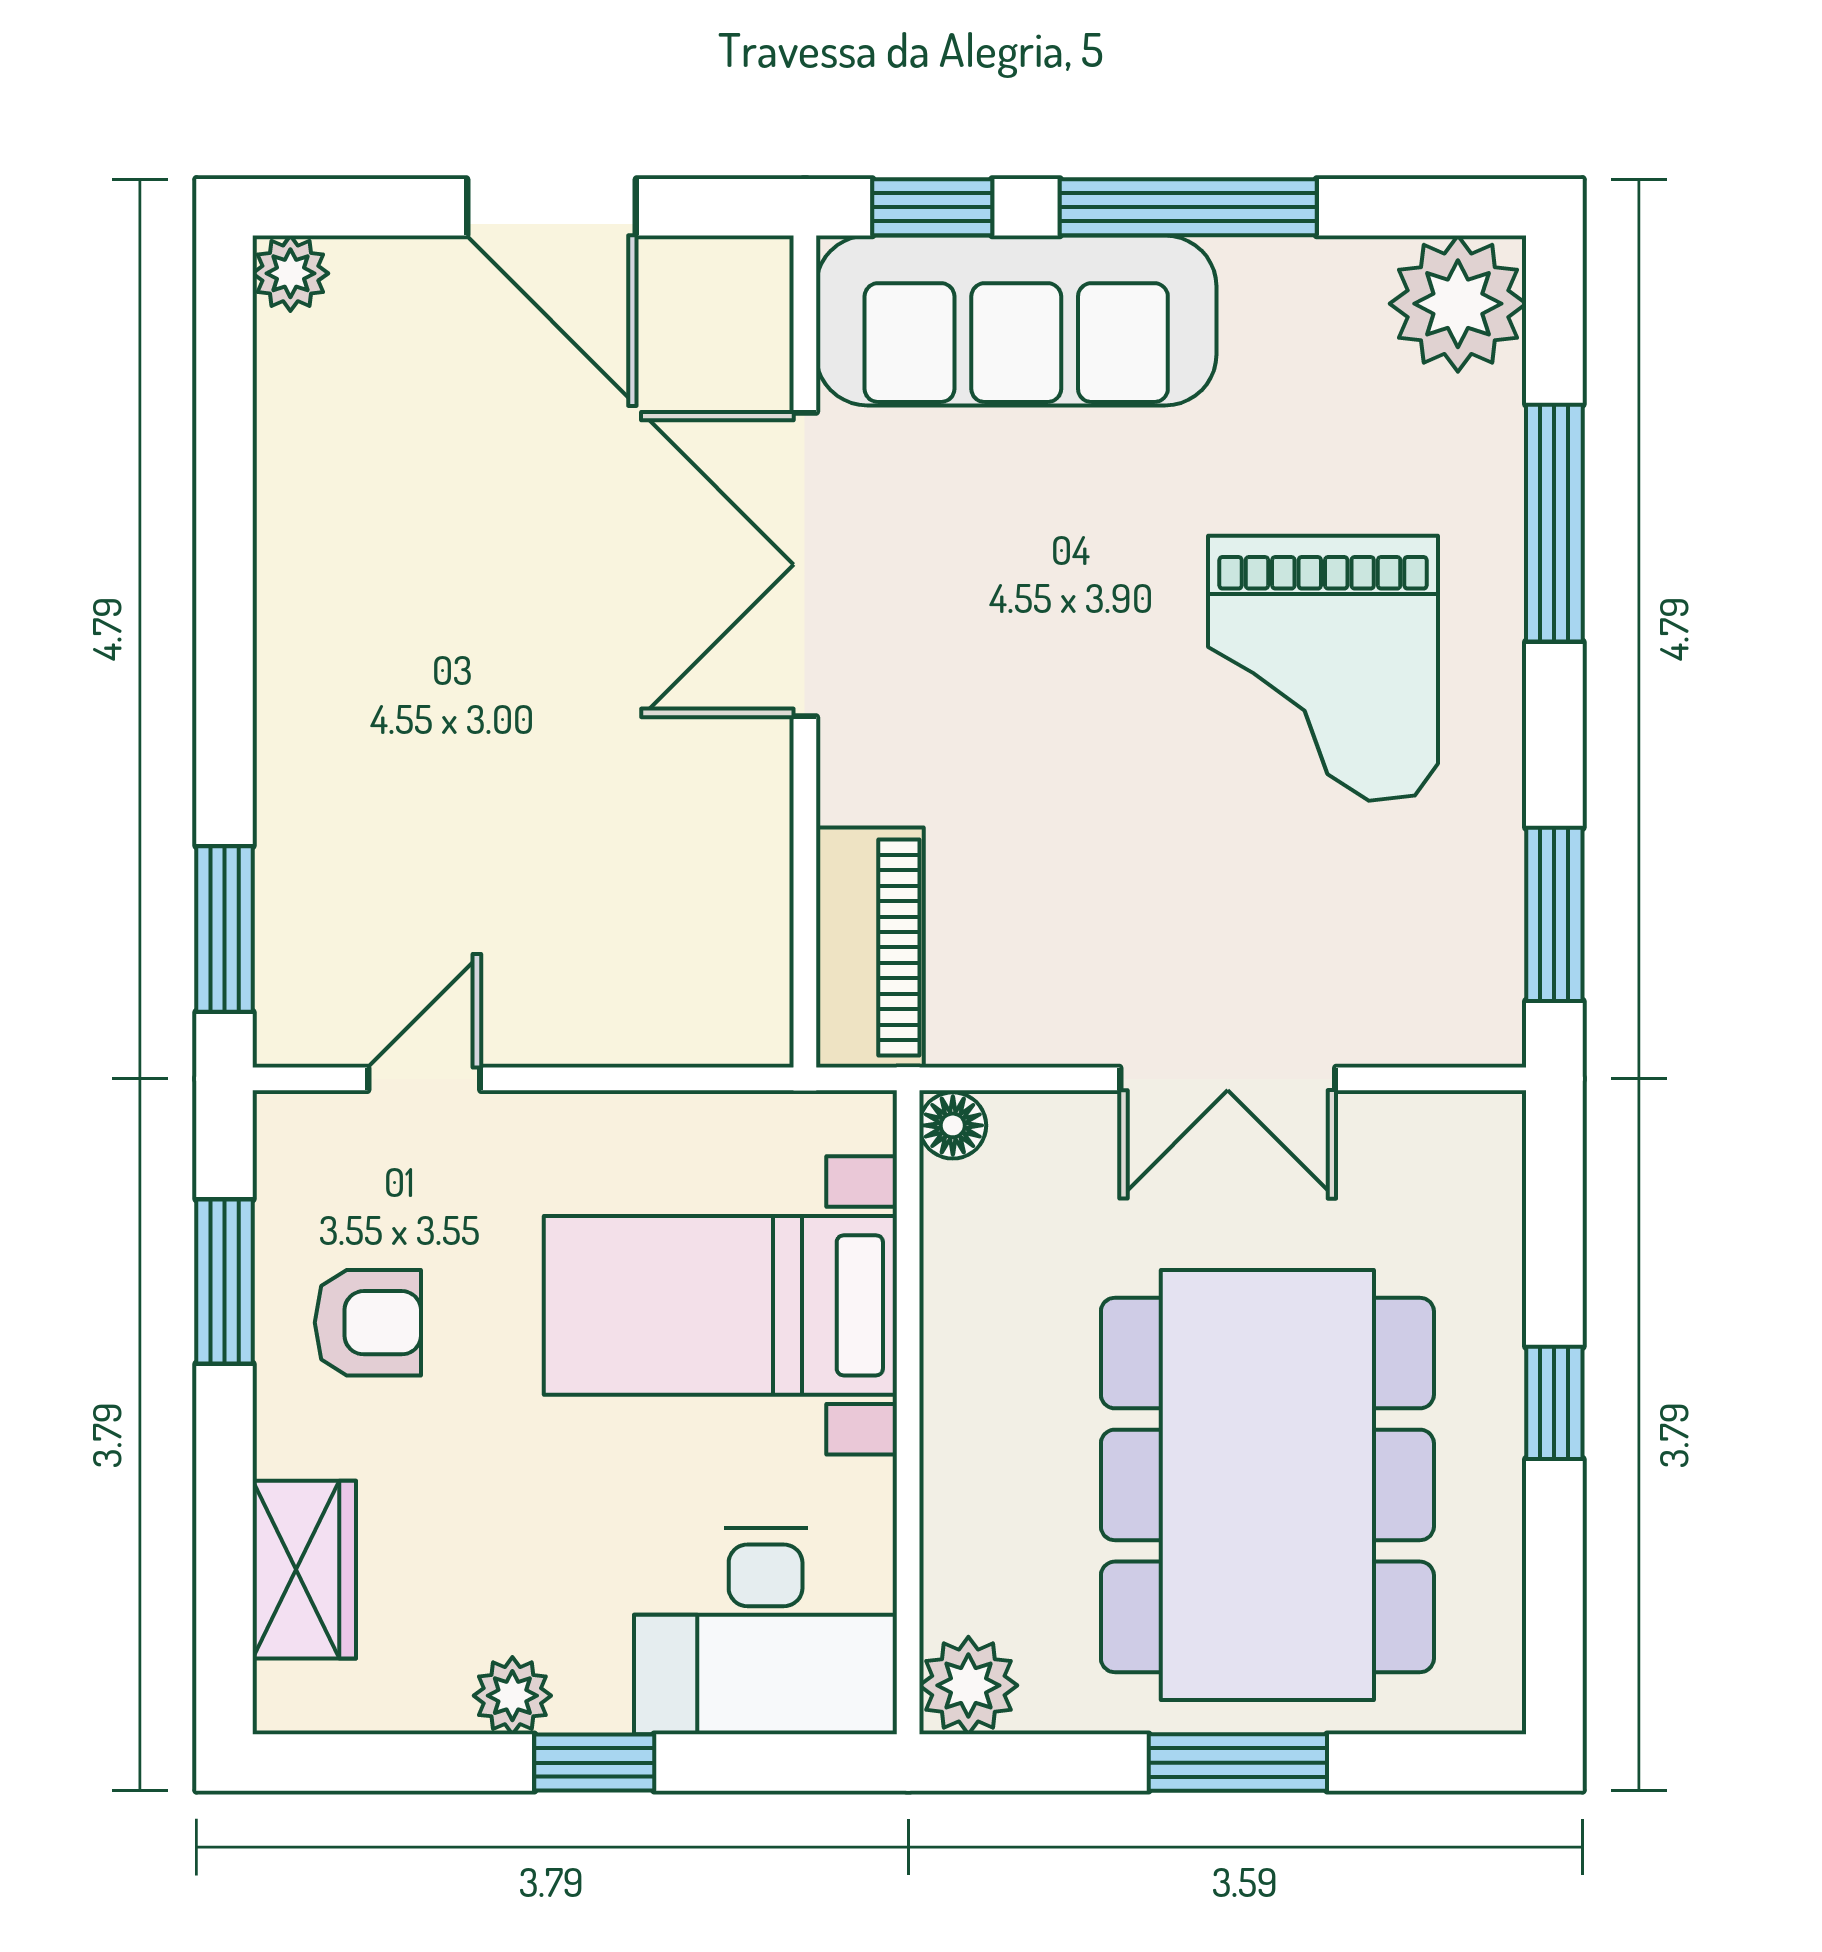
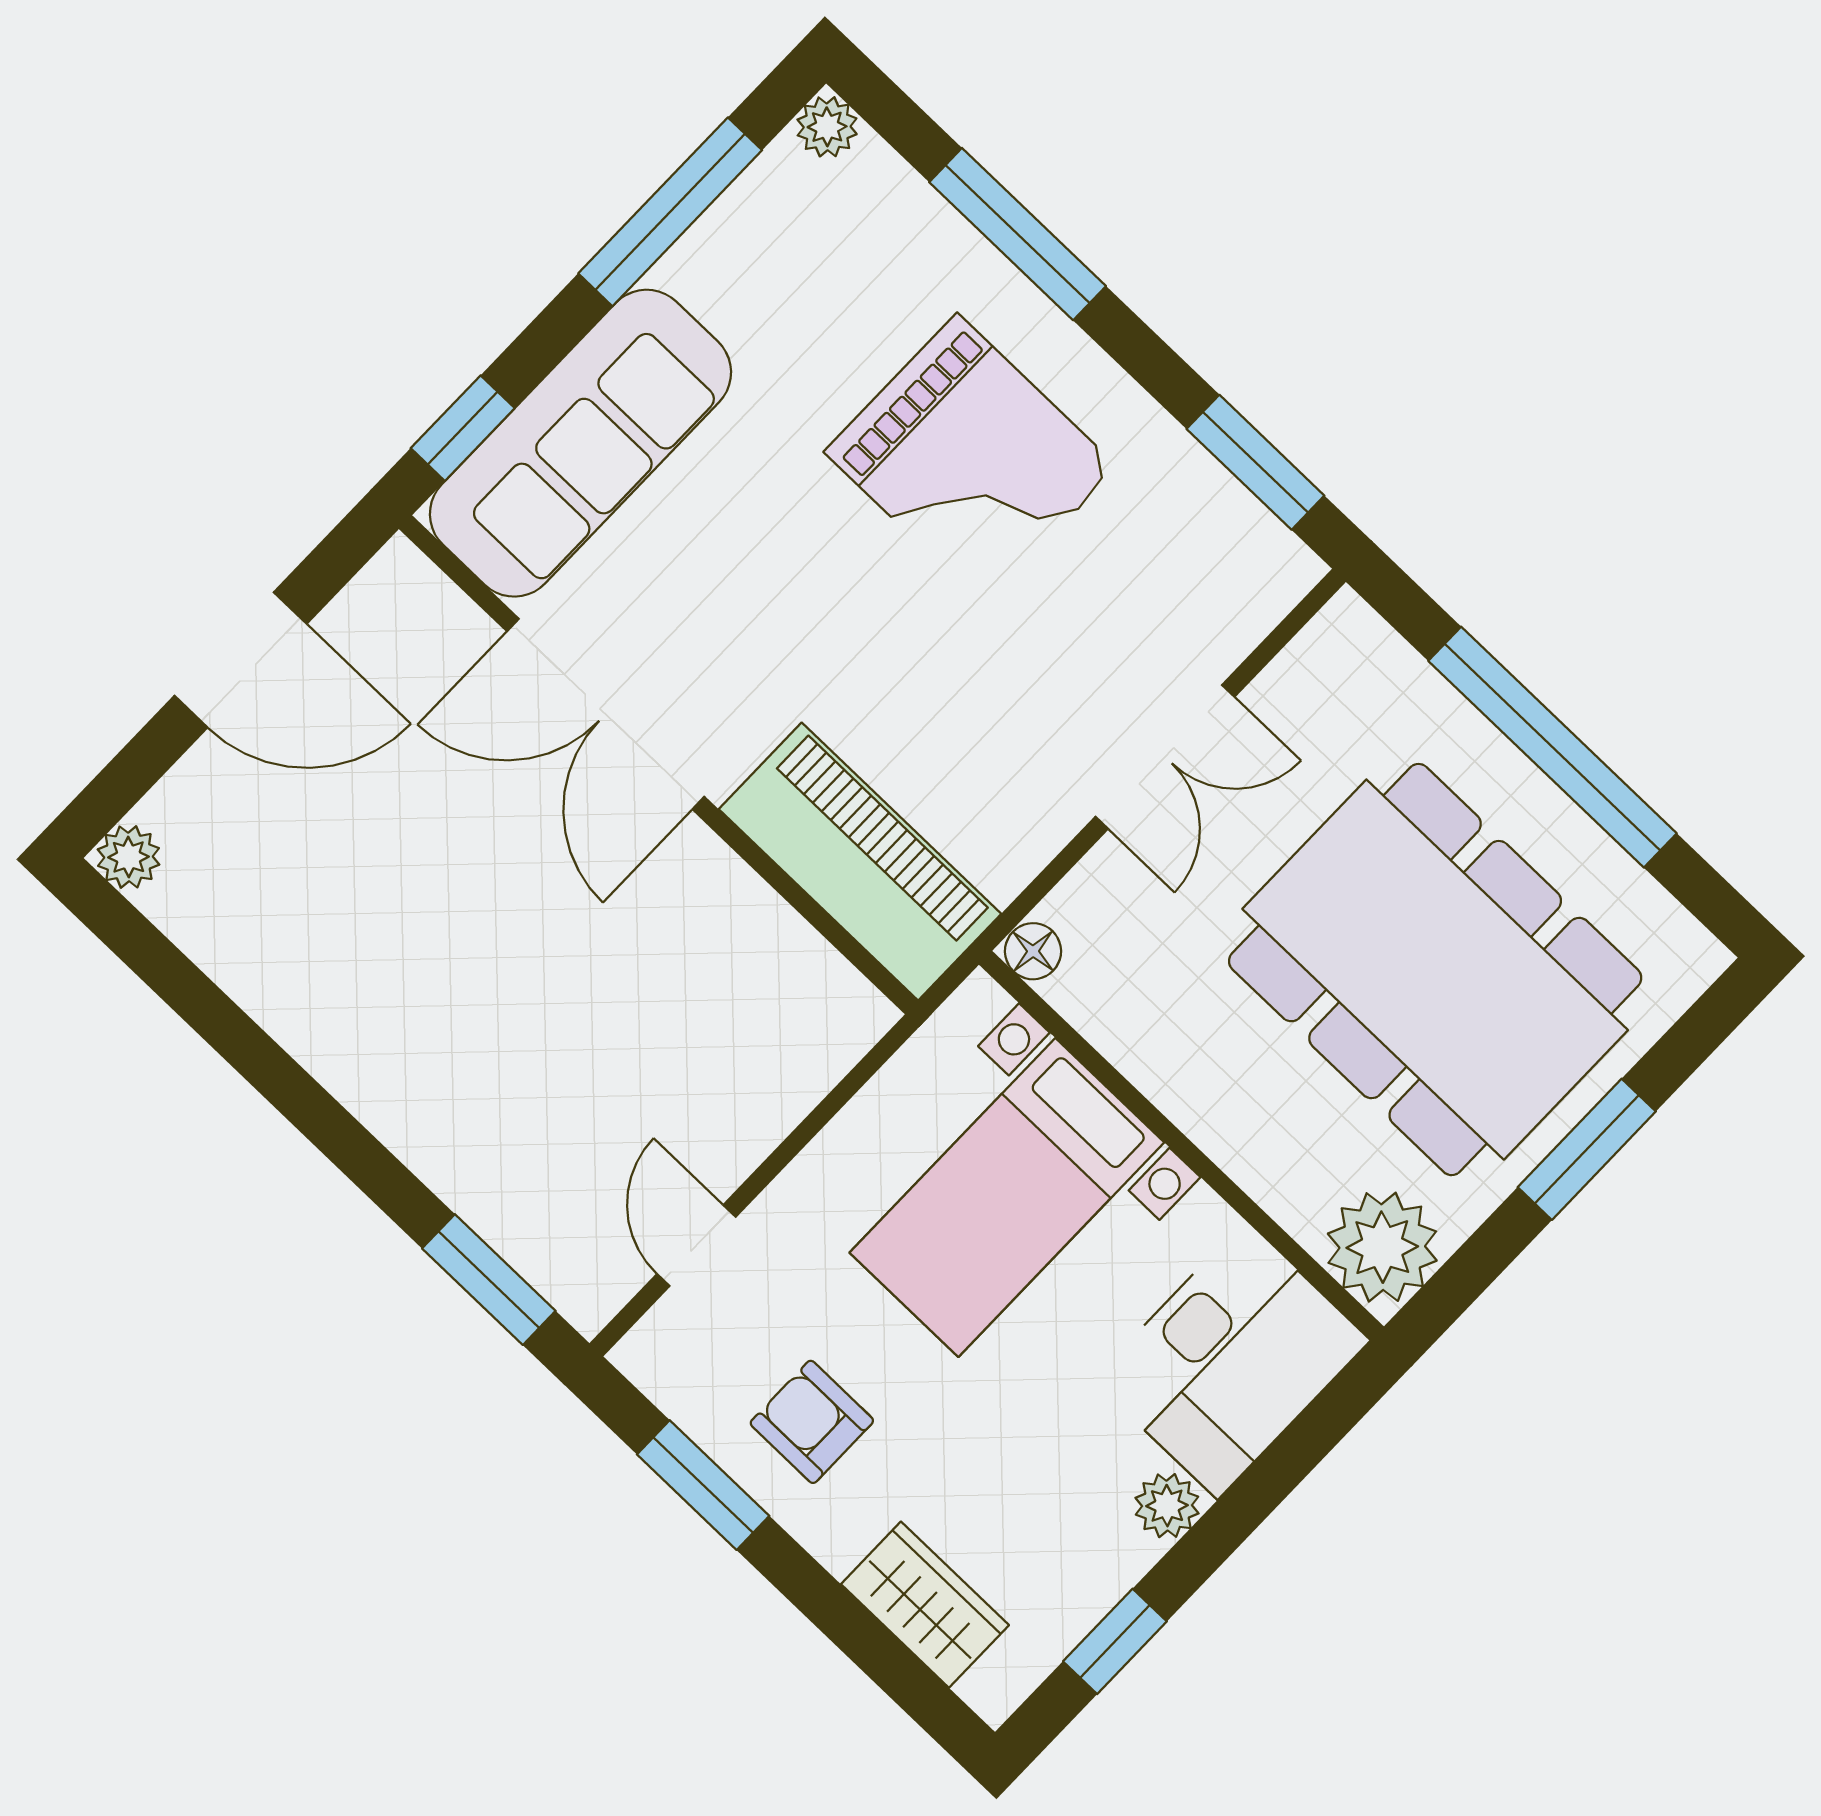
window: (1188, 207) -> (670, 212), moved
plant: (1458, 304) -> (827, 127), width x0.53, depth x0.53
piano: (870, 947) -> (860, 861), width x1.37, depth x1.33
armchair: (368, 1323) -> (812, 1422), turned -90
window: (1554, 1403) -> (1553, 747), width x3.17
plant: (968, 1685) -> (1382, 1247), width x1.36, depth x1.36
plant: (512, 1696) -> (1167, 1506), moved
window: (594, 1763) -> (1115, 1641), moved

